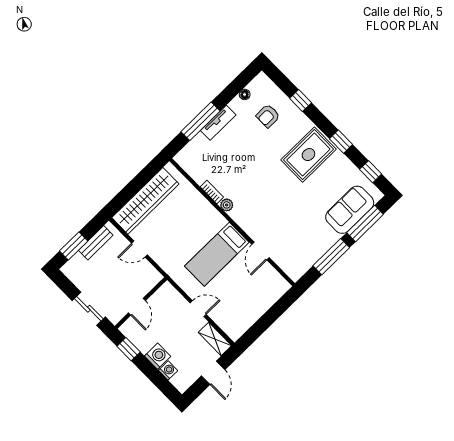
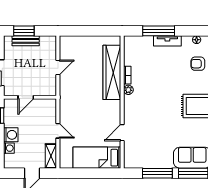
wardrobe: (145, 201) -> (112, 72), moved, turned 90
bench: (96, 243) -> (26, 41), moved
door: (140, 249) -> (58, 67), swing flipped
bed: (217, 254) -> (97, 158), moved

